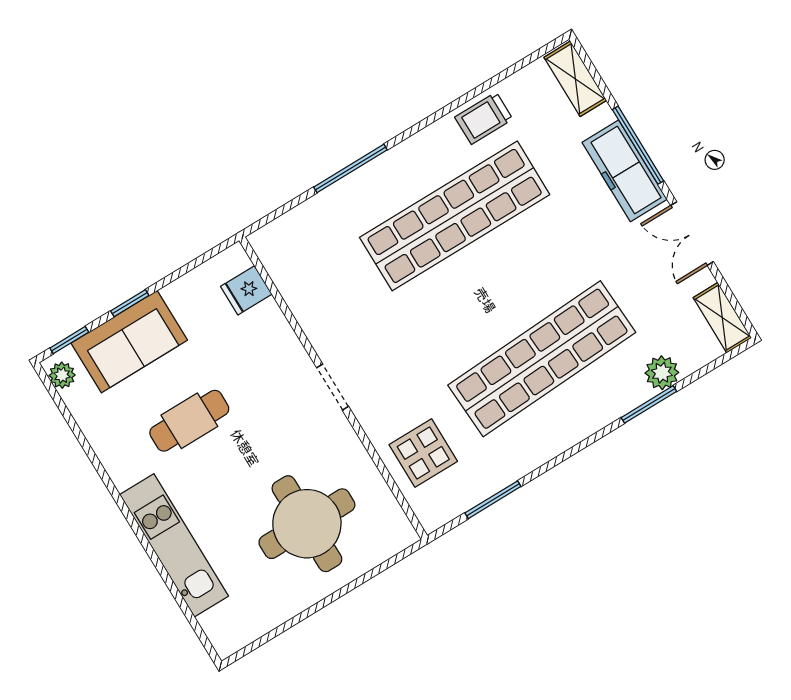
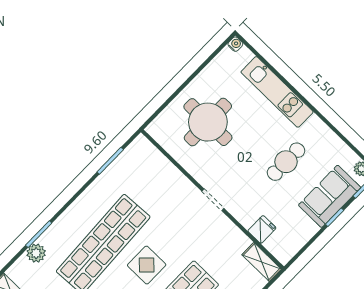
shelving: (276, 258) -> (262, 262), added
fridge: (246, 290) -> (262, 229), moved
display table: (423, 453) -> (147, 265), moved
water cooler: (225, 646) -> (235, 44), added

